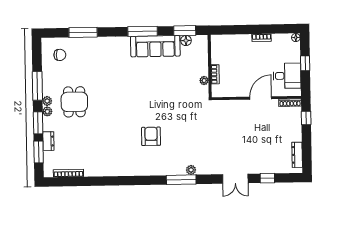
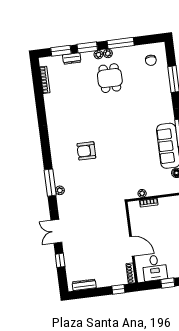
dining table: (74, 102) -> (110, 78), turned 90
armchair: (151, 136) -> (86, 151), turned 180

